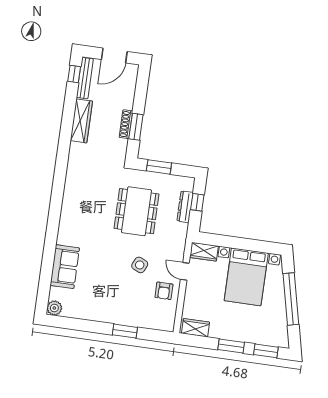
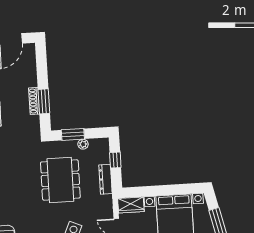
plant: (167, 179) -> (83, 144), added
dresser: (185, 207) -> (105, 179), moved

